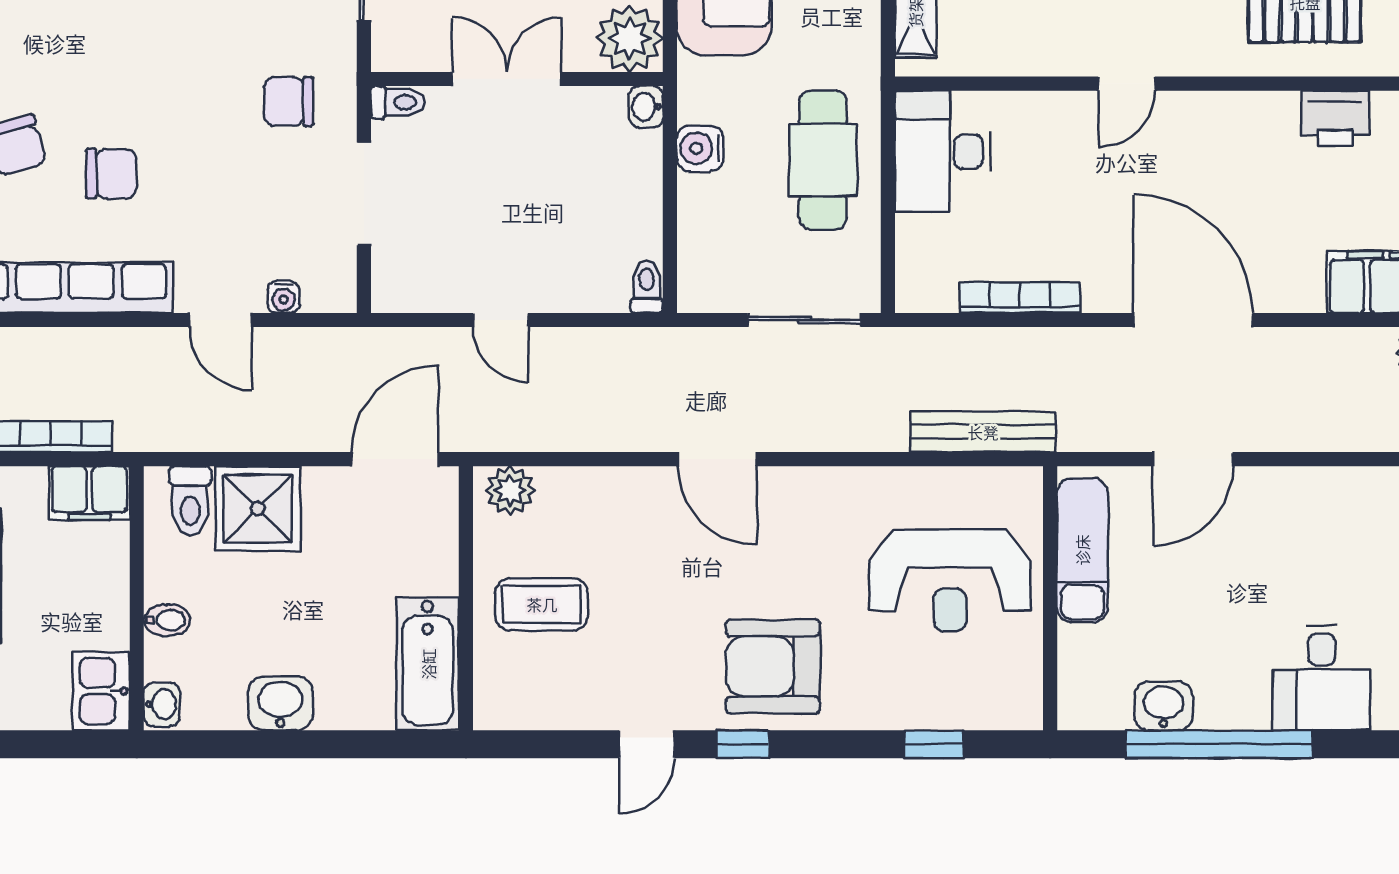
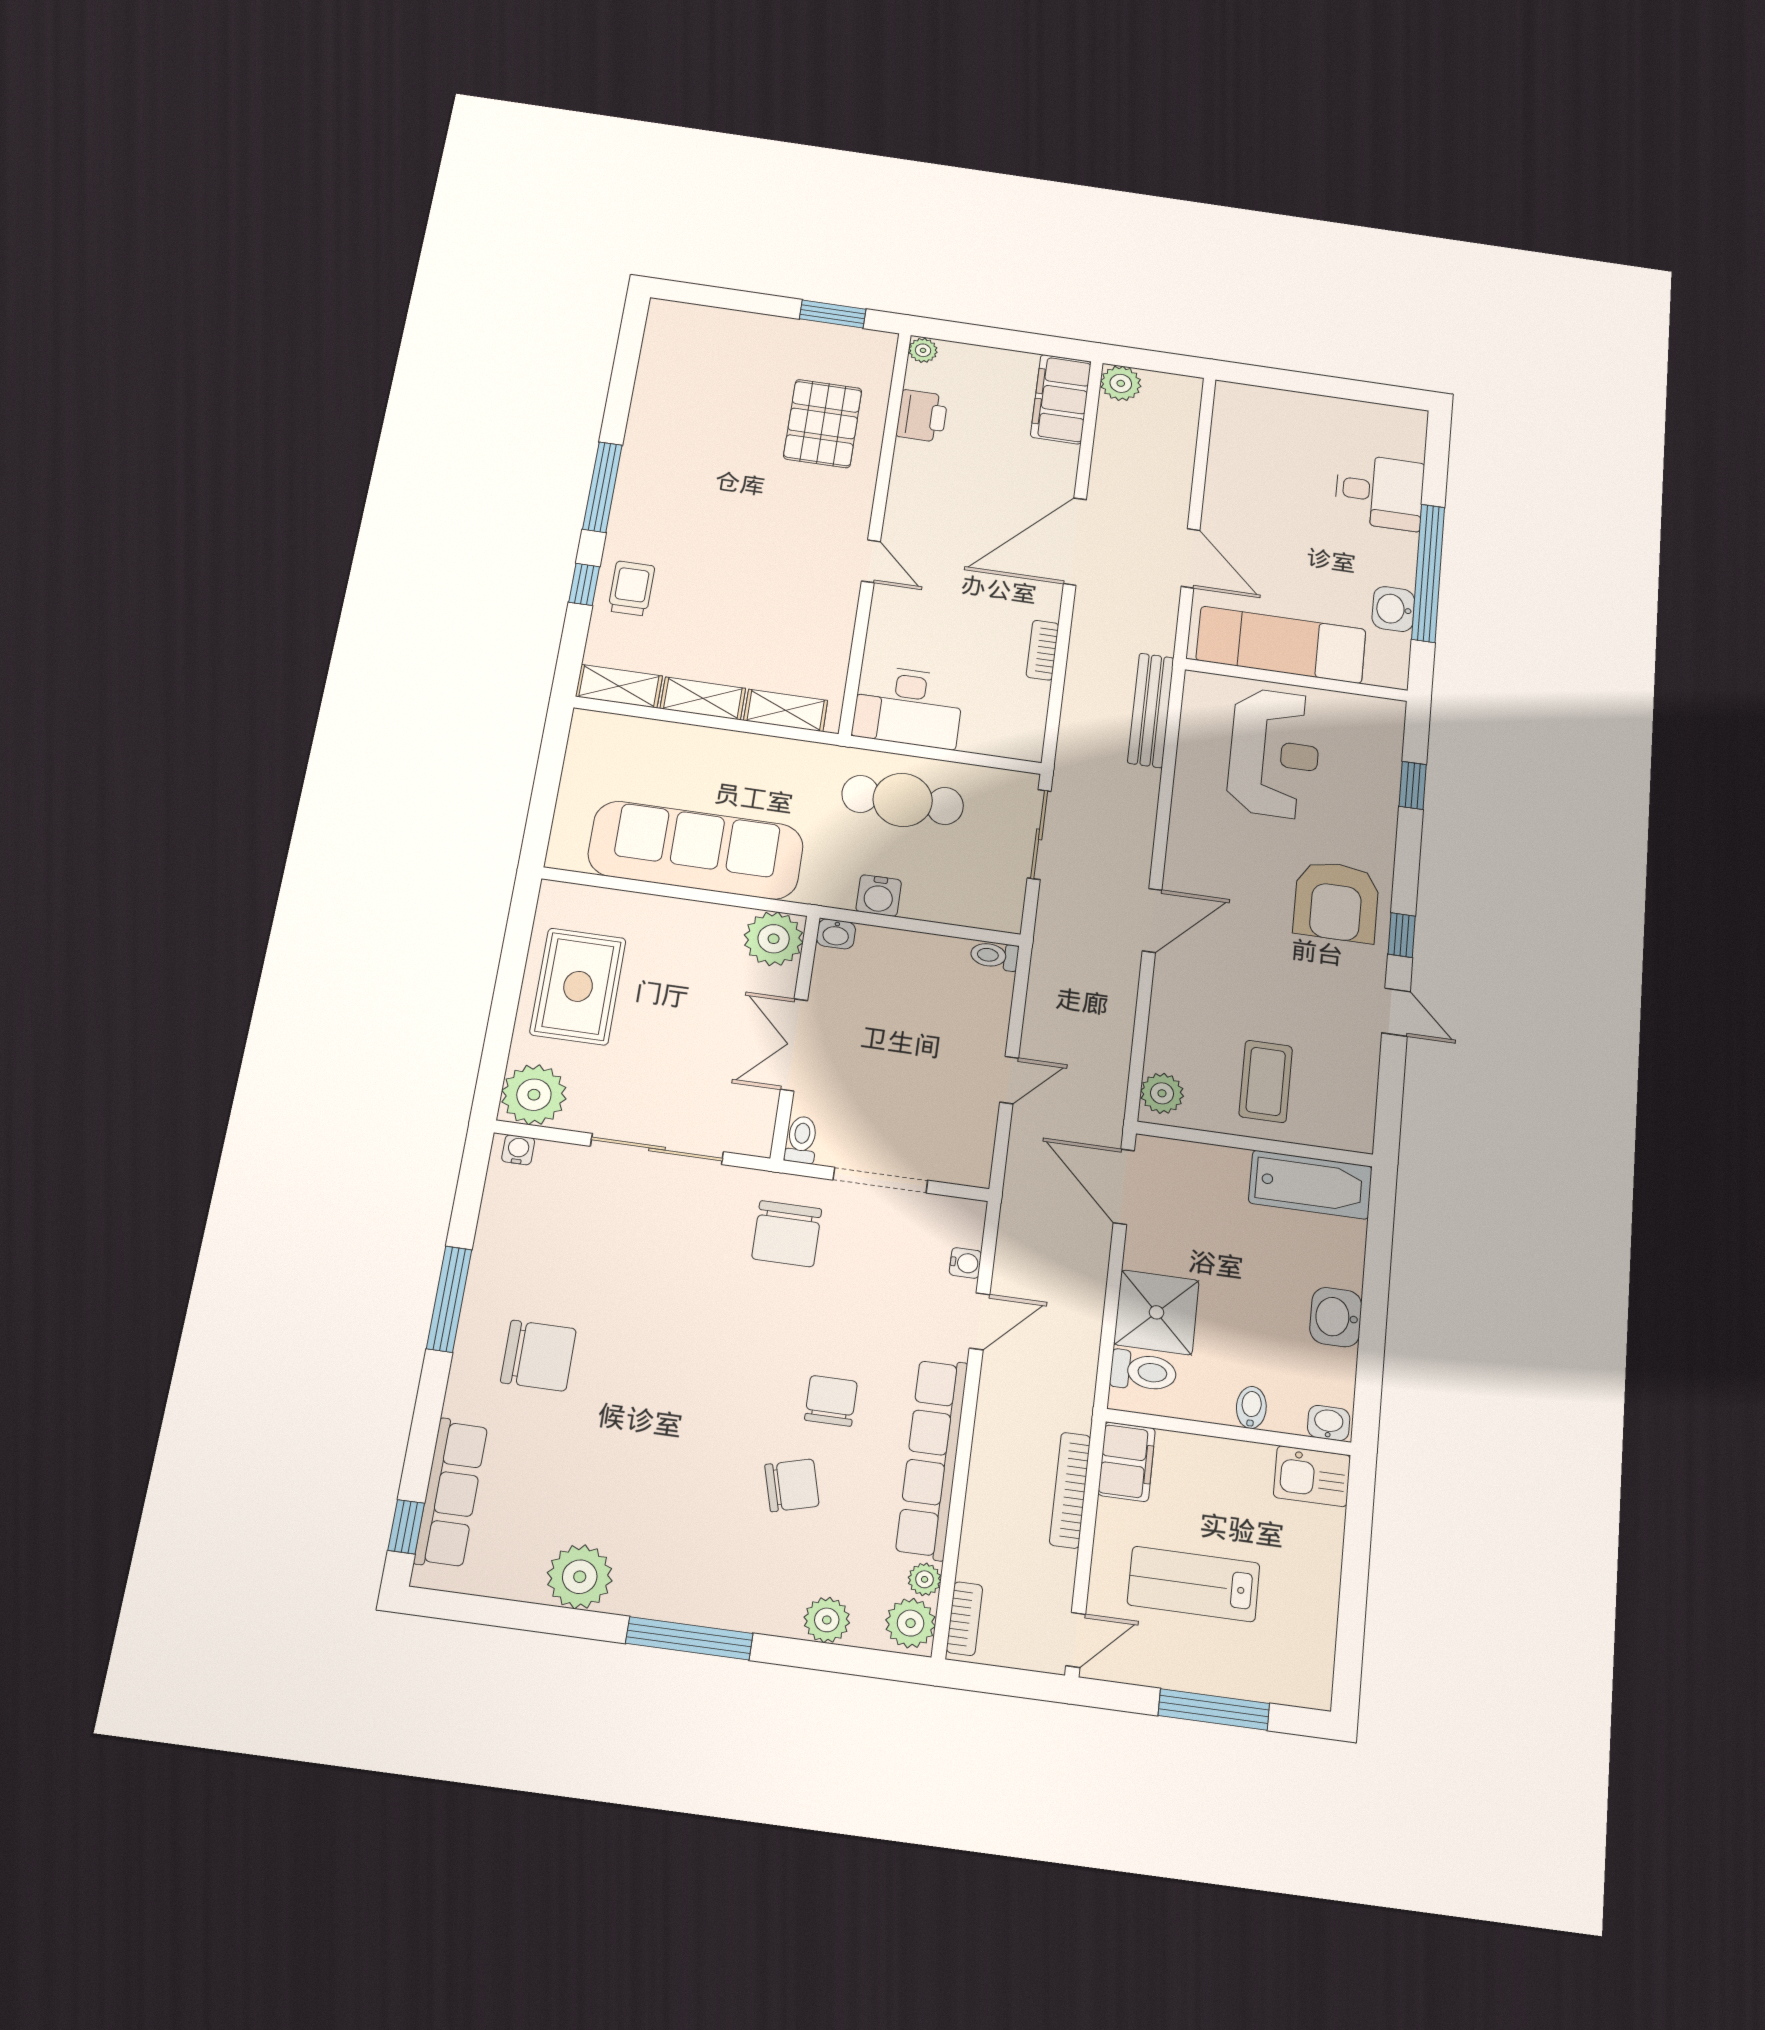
chair: (288, 101) -> (787, 1234), width x1.37, depth x1.37
bookcase: (1020, 298) -> (1042, 650), width x0.64
exam couch: (1082, 550) -> (1281, 645), width x1.36, depth x1.45

